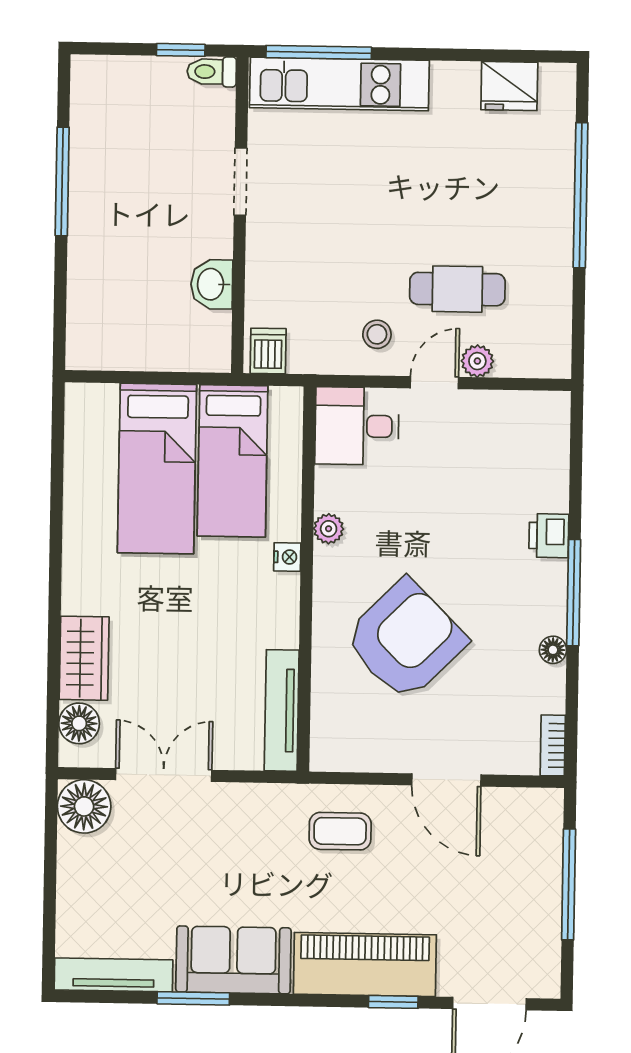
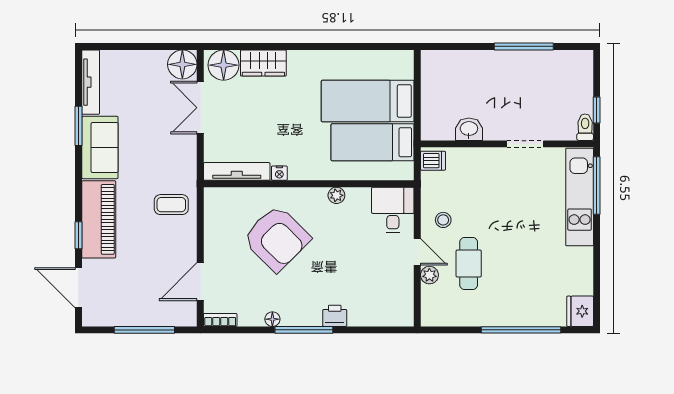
fridge: (509, 86) -> (580, 311), moved
nightstand: (287, 557) -> (279, 173), moved
floor lamp: (79, 723) -> (224, 65), width x1.38, depth x1.38
double door: (164, 775) -> (200, 108), swing flipped
door: (446, 780) -> (200, 282), moved
coffee table: (340, 831) -> (171, 205), turned 90

